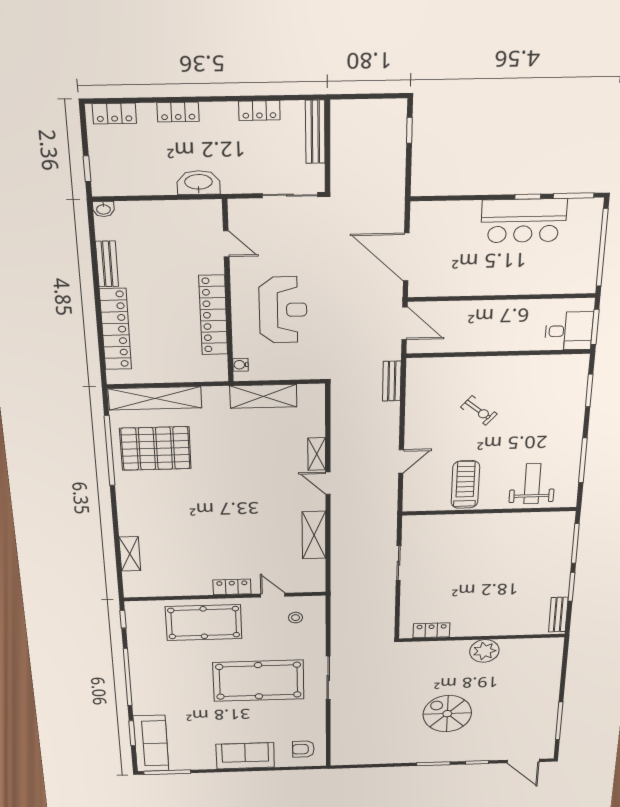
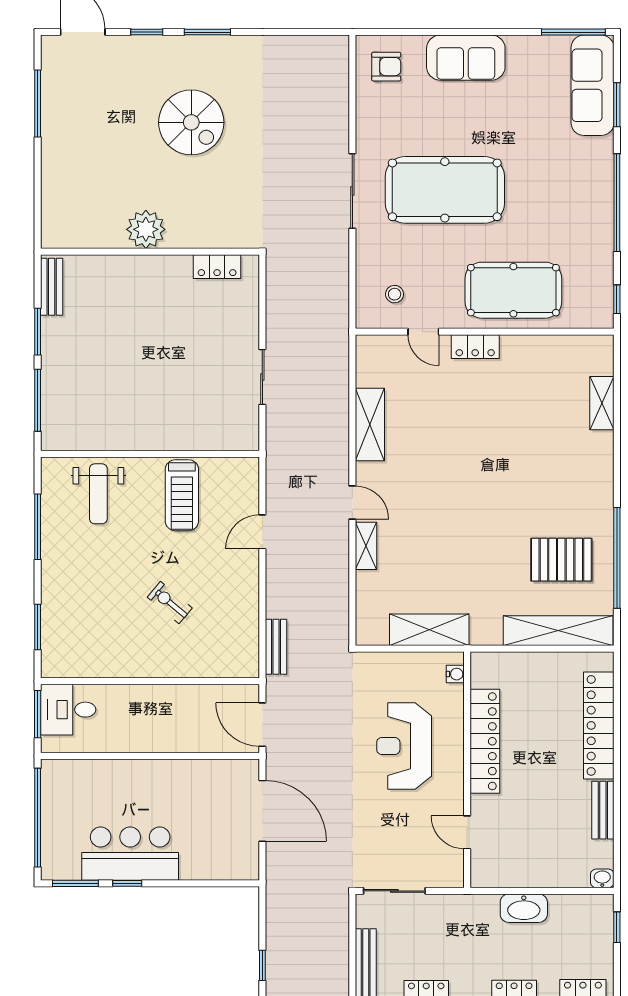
washbasin: (199, 183) -> (524, 908), moved
pallet: (156, 448) -> (561, 560), width x0.73, depth x0.71

